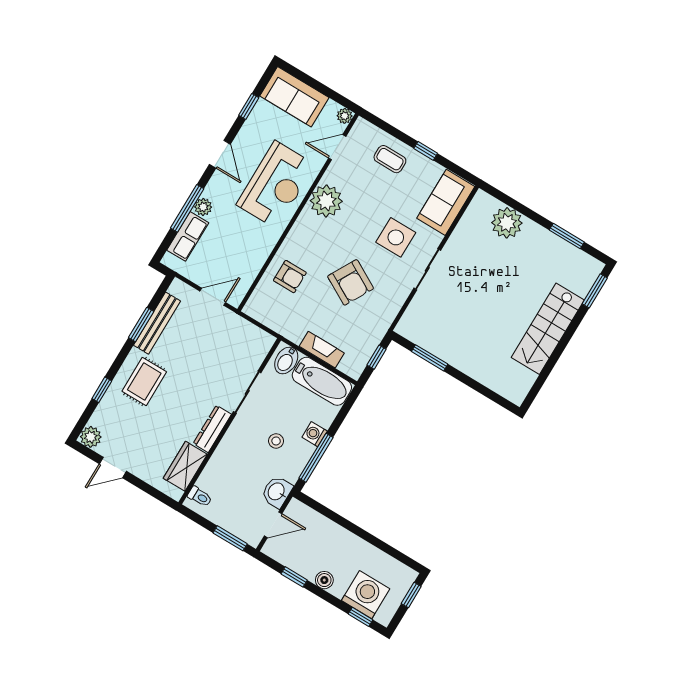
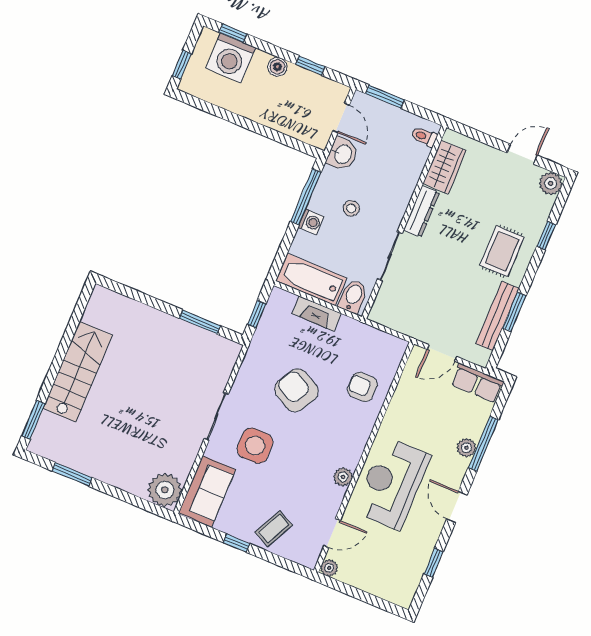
sofa: (294, 97) -> (386, 580), removed
coffee table: (390, 159) -> (274, 529), turned -64
plant: (326, 201) -> (343, 477), width x0.53, depth x0.53
plant: (507, 223) -> (165, 490), moved
row of seats: (188, 236) -> (477, 383), moved, turned -90
door: (273, 525) -> (341, 118), swing flipped

